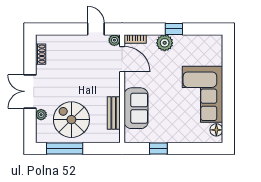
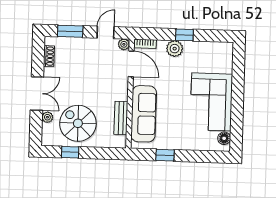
window: (61, 29) -> (70, 31), added
door: (96, 29) -> (106, 32), hinge flipped
double door: (30, 91) -> (37, 93), swing flipped
sofa: (136, 108) -> (144, 114), width x1.36
window: (65, 148) -> (70, 152), width x0.46

